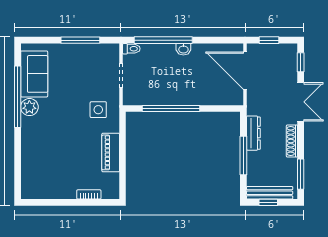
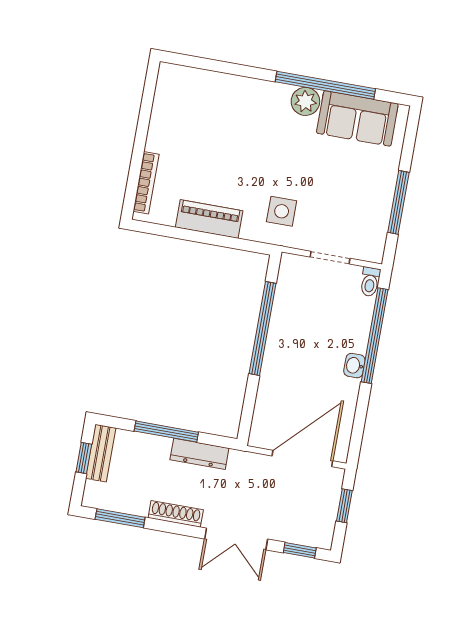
bench: (270, 193) -> (101, 453), width x0.73
bookcase: (89, 194) -> (146, 183), width x1.56

